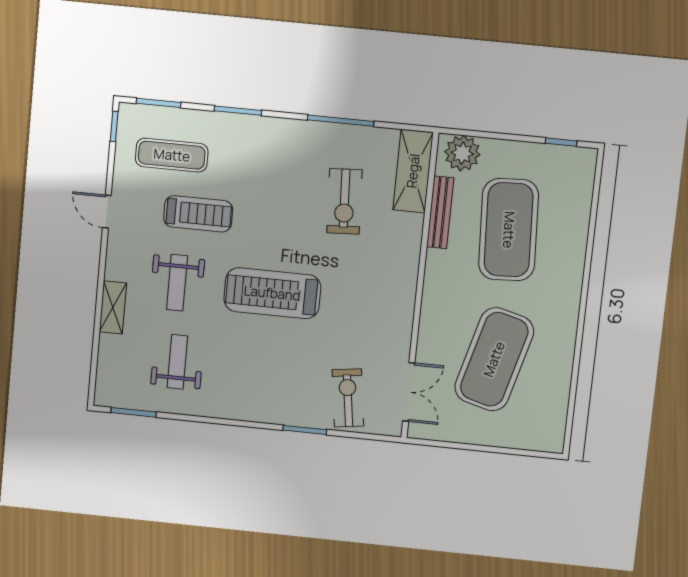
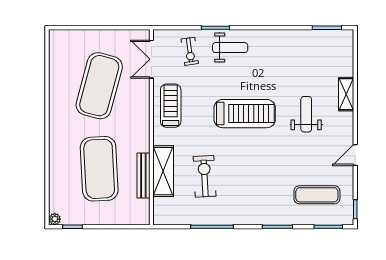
plant: (462, 153) -> (55, 219), moved, width x0.53, depth x0.53
shelving: (413, 171) -> (163, 171), moved
door: (107, 212) -> (355, 155), swing flipped
treadmill: (198, 214) -> (171, 106), moved, turned 90
weight bench: (177, 362) -> (230, 48), moved, turned -90
exercise bike: (348, 398) -> (190, 51), width x0.73, depth x0.72

